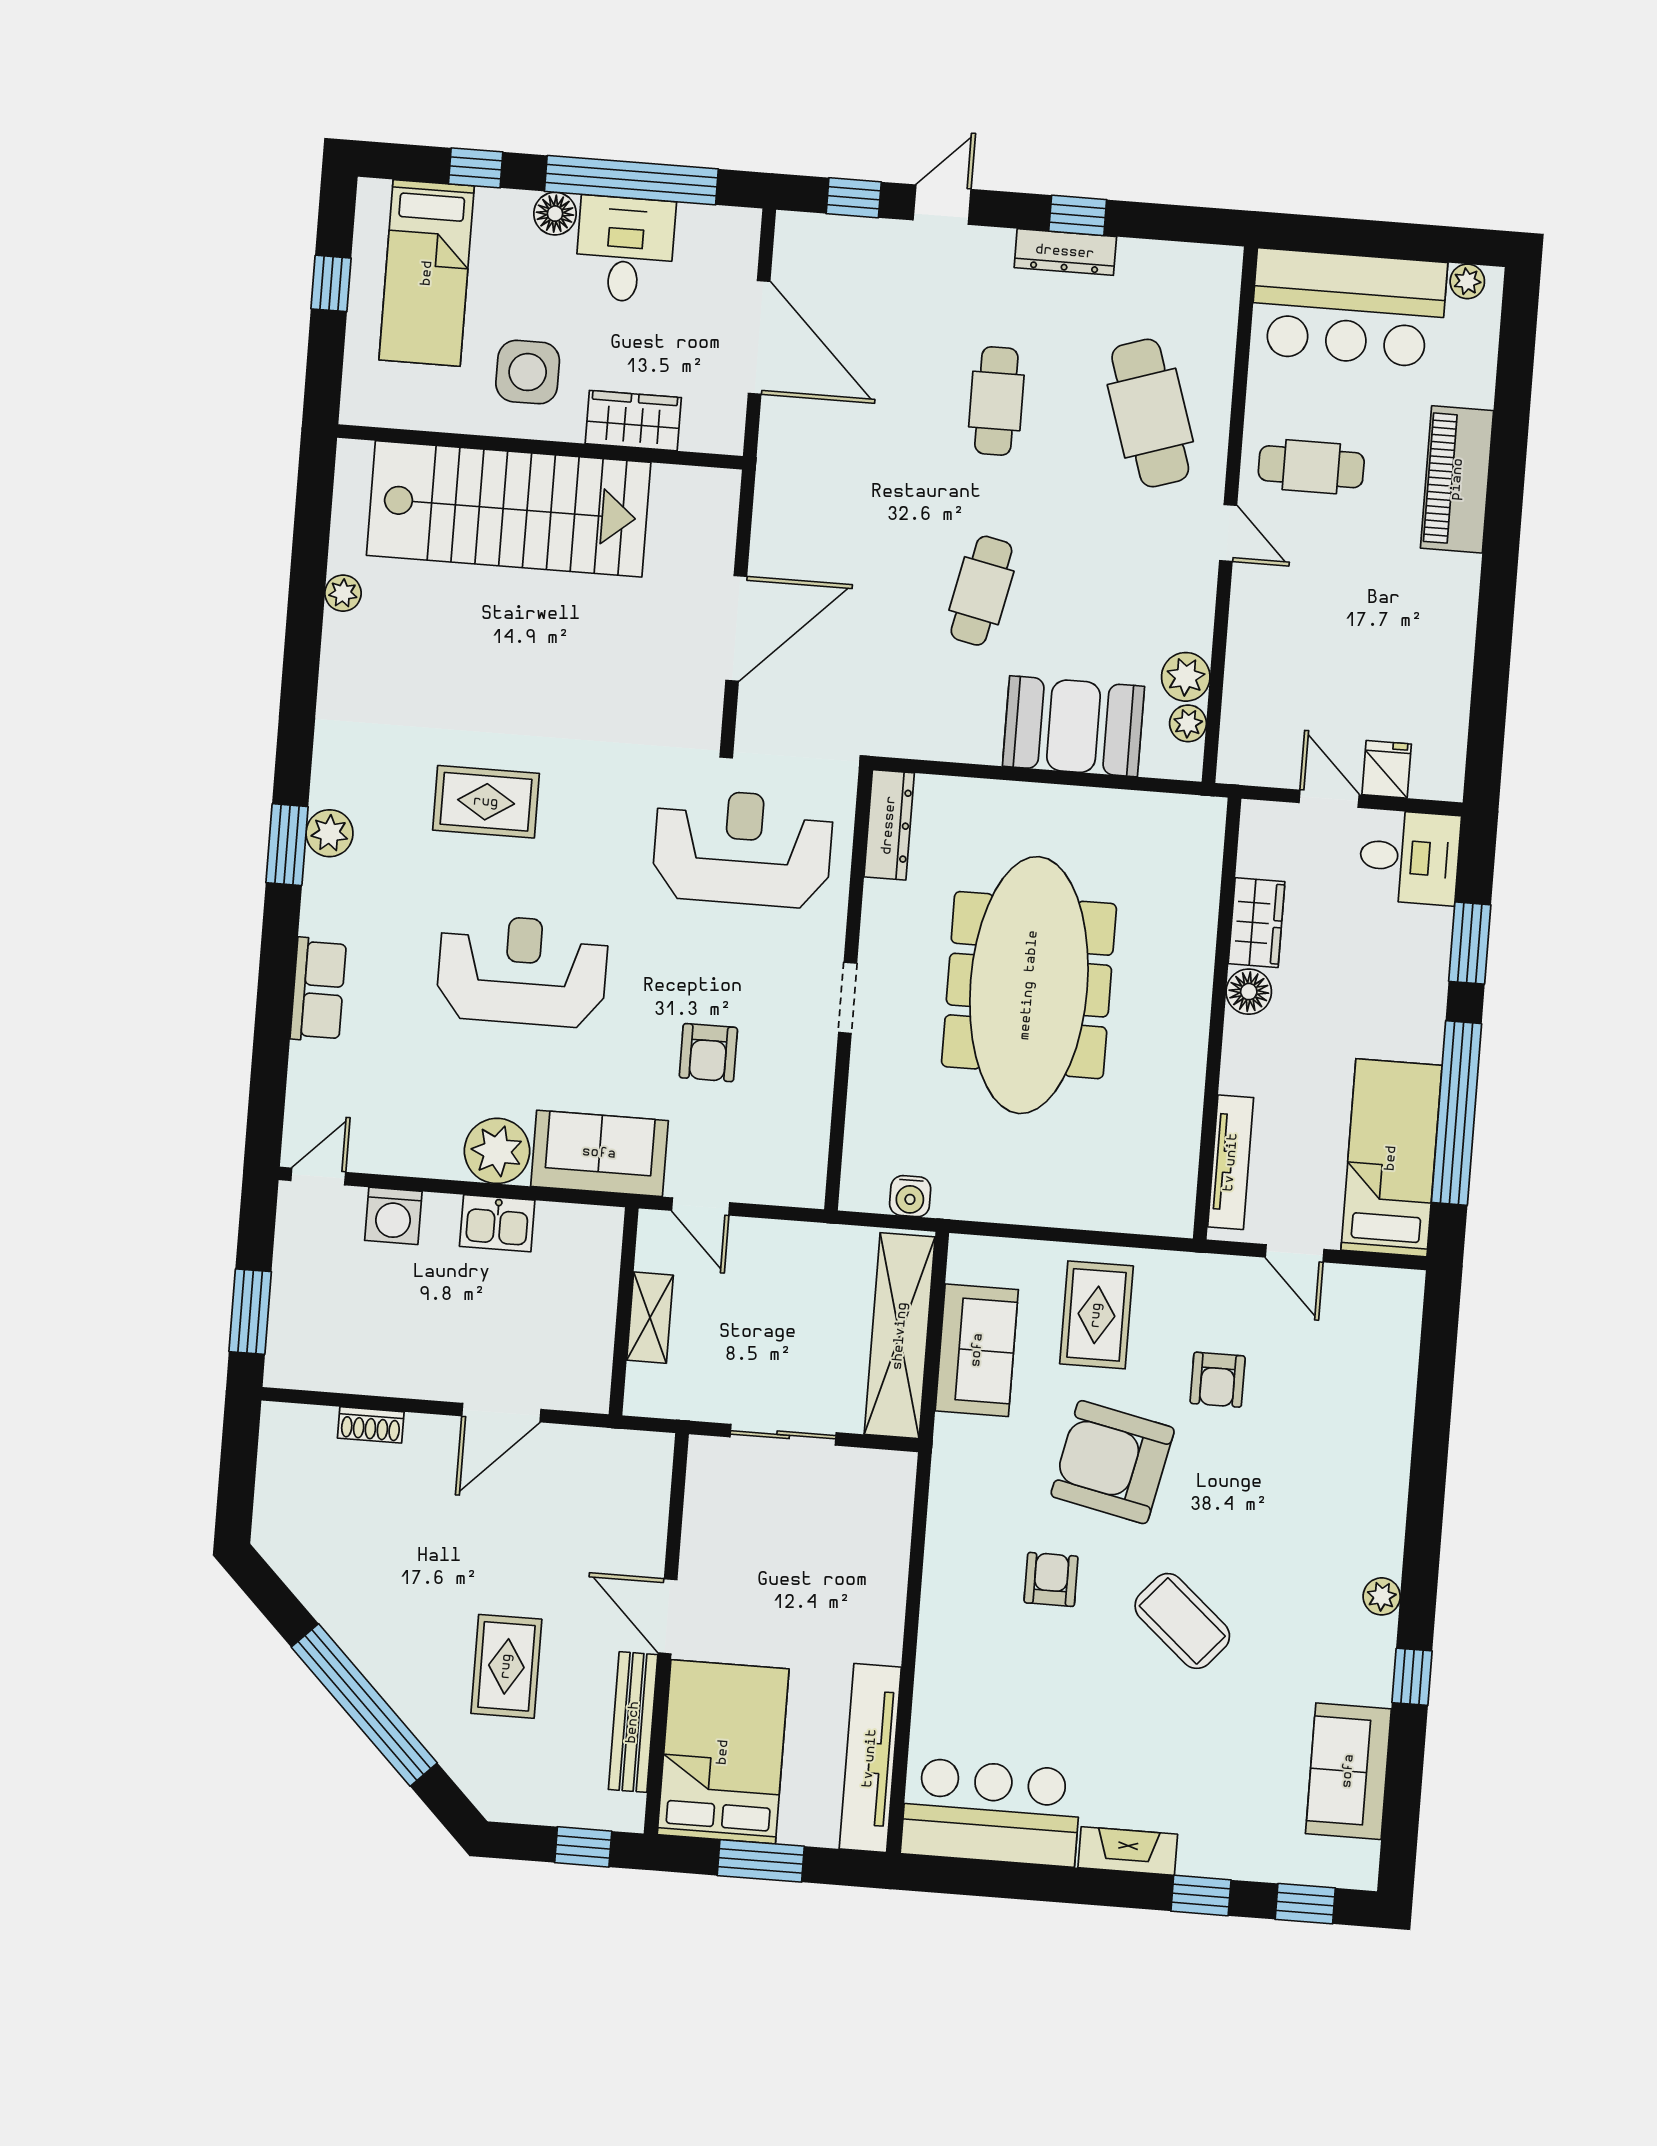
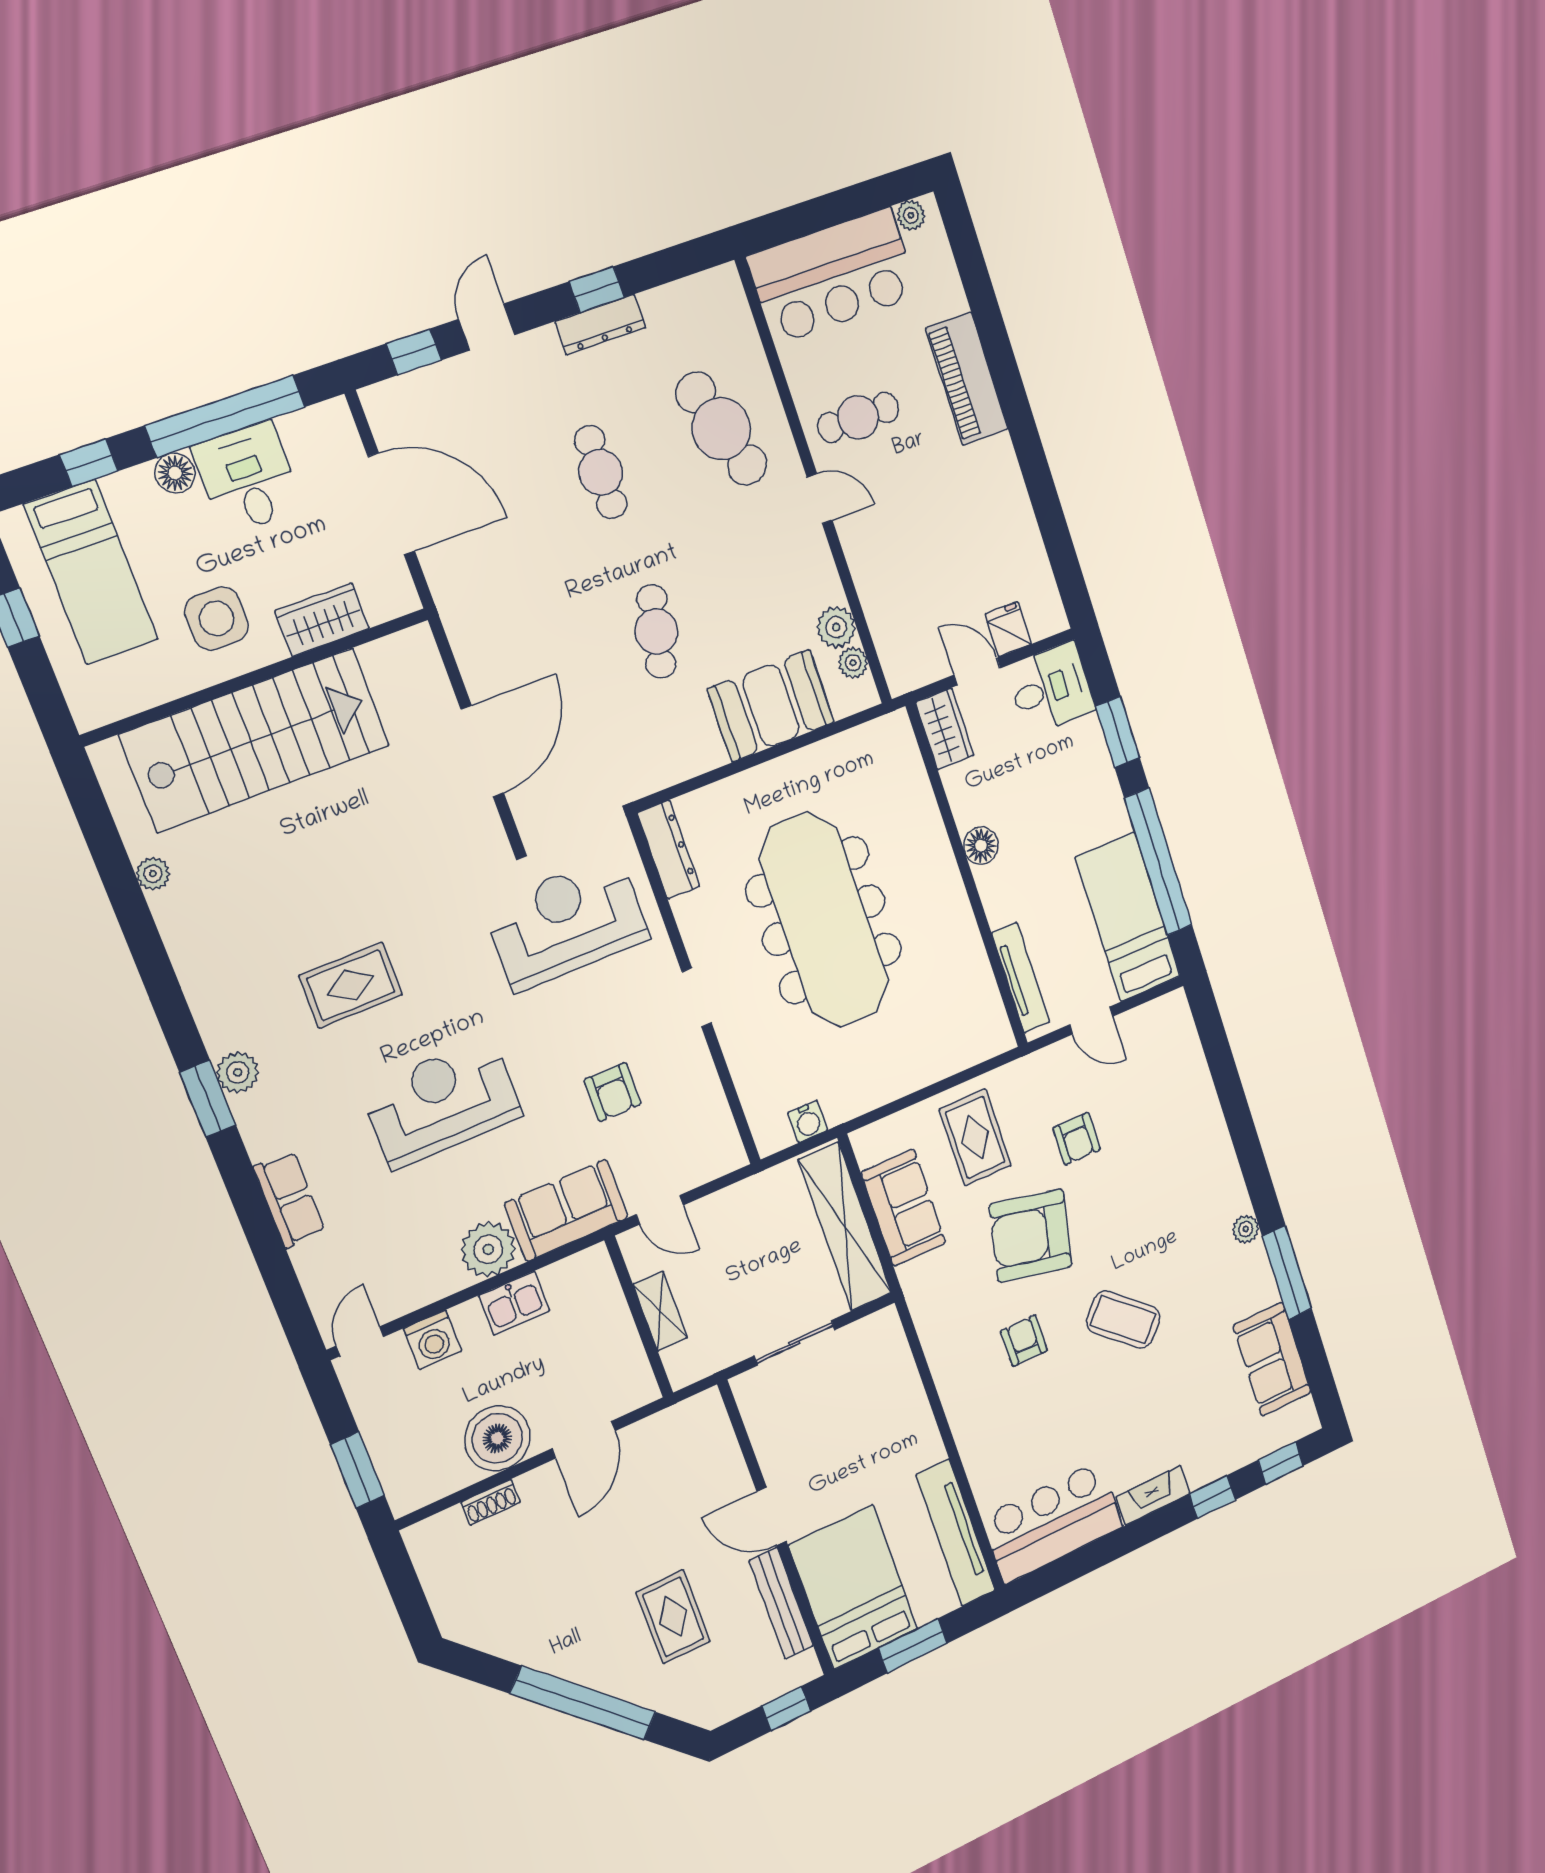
wardrobe: (1257, 923) -> (945, 729), moved
boiler: (411, 1359) -> (497, 1438), added
window: (1412, 1677) -> (1287, 1273), width x2.17

